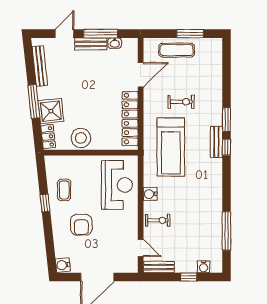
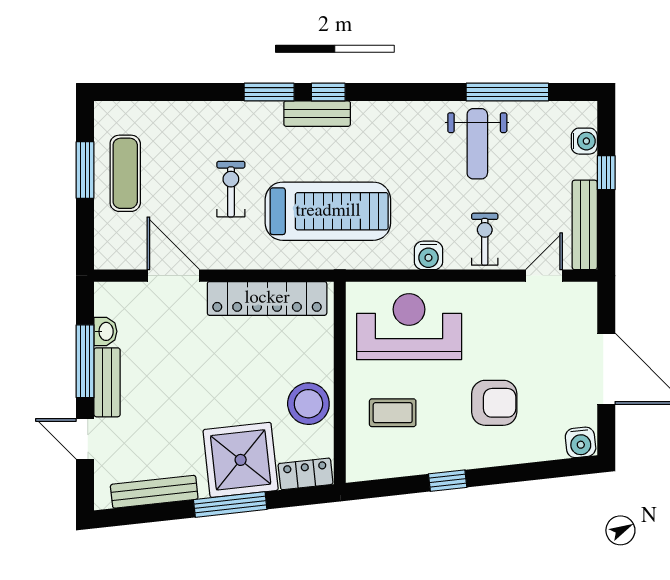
exercise mat: (177, 50) -> (125, 173), moved
shower: (51, 111) -> (241, 460), width x1.37, depth x1.37
coffee table: (64, 190) -> (393, 413), moved
weight bench: (202, 217) -> (477, 144), added
bench: (159, 267) -> (585, 225), width x1.36

